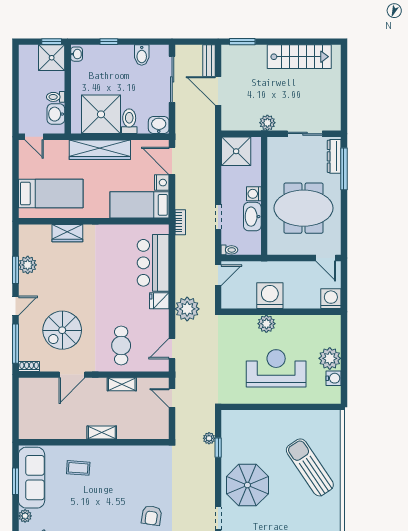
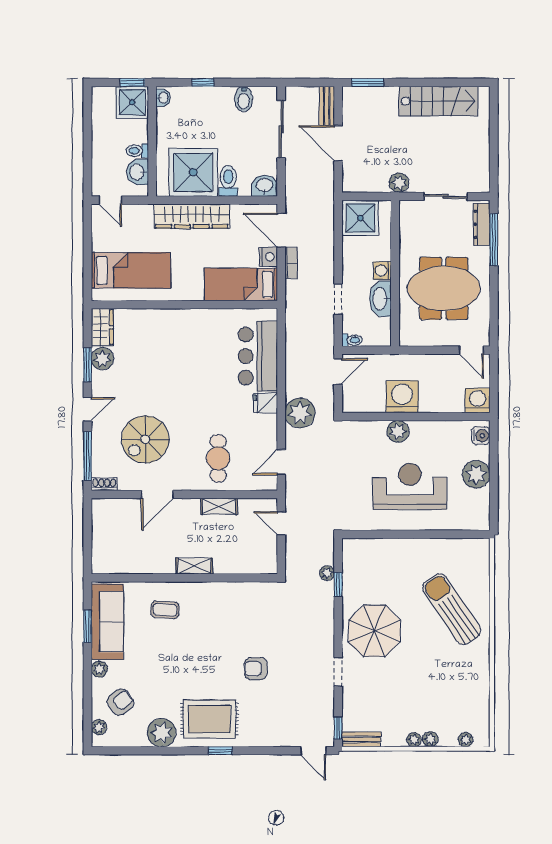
bookcase: (180, 222) -> (291, 263), moved
wardrobe: (67, 233) -> (102, 327), moved, turned -90
water cooler: (333, 378) -> (481, 436), moved
armchair: (152, 515) -> (256, 669), turned 82

